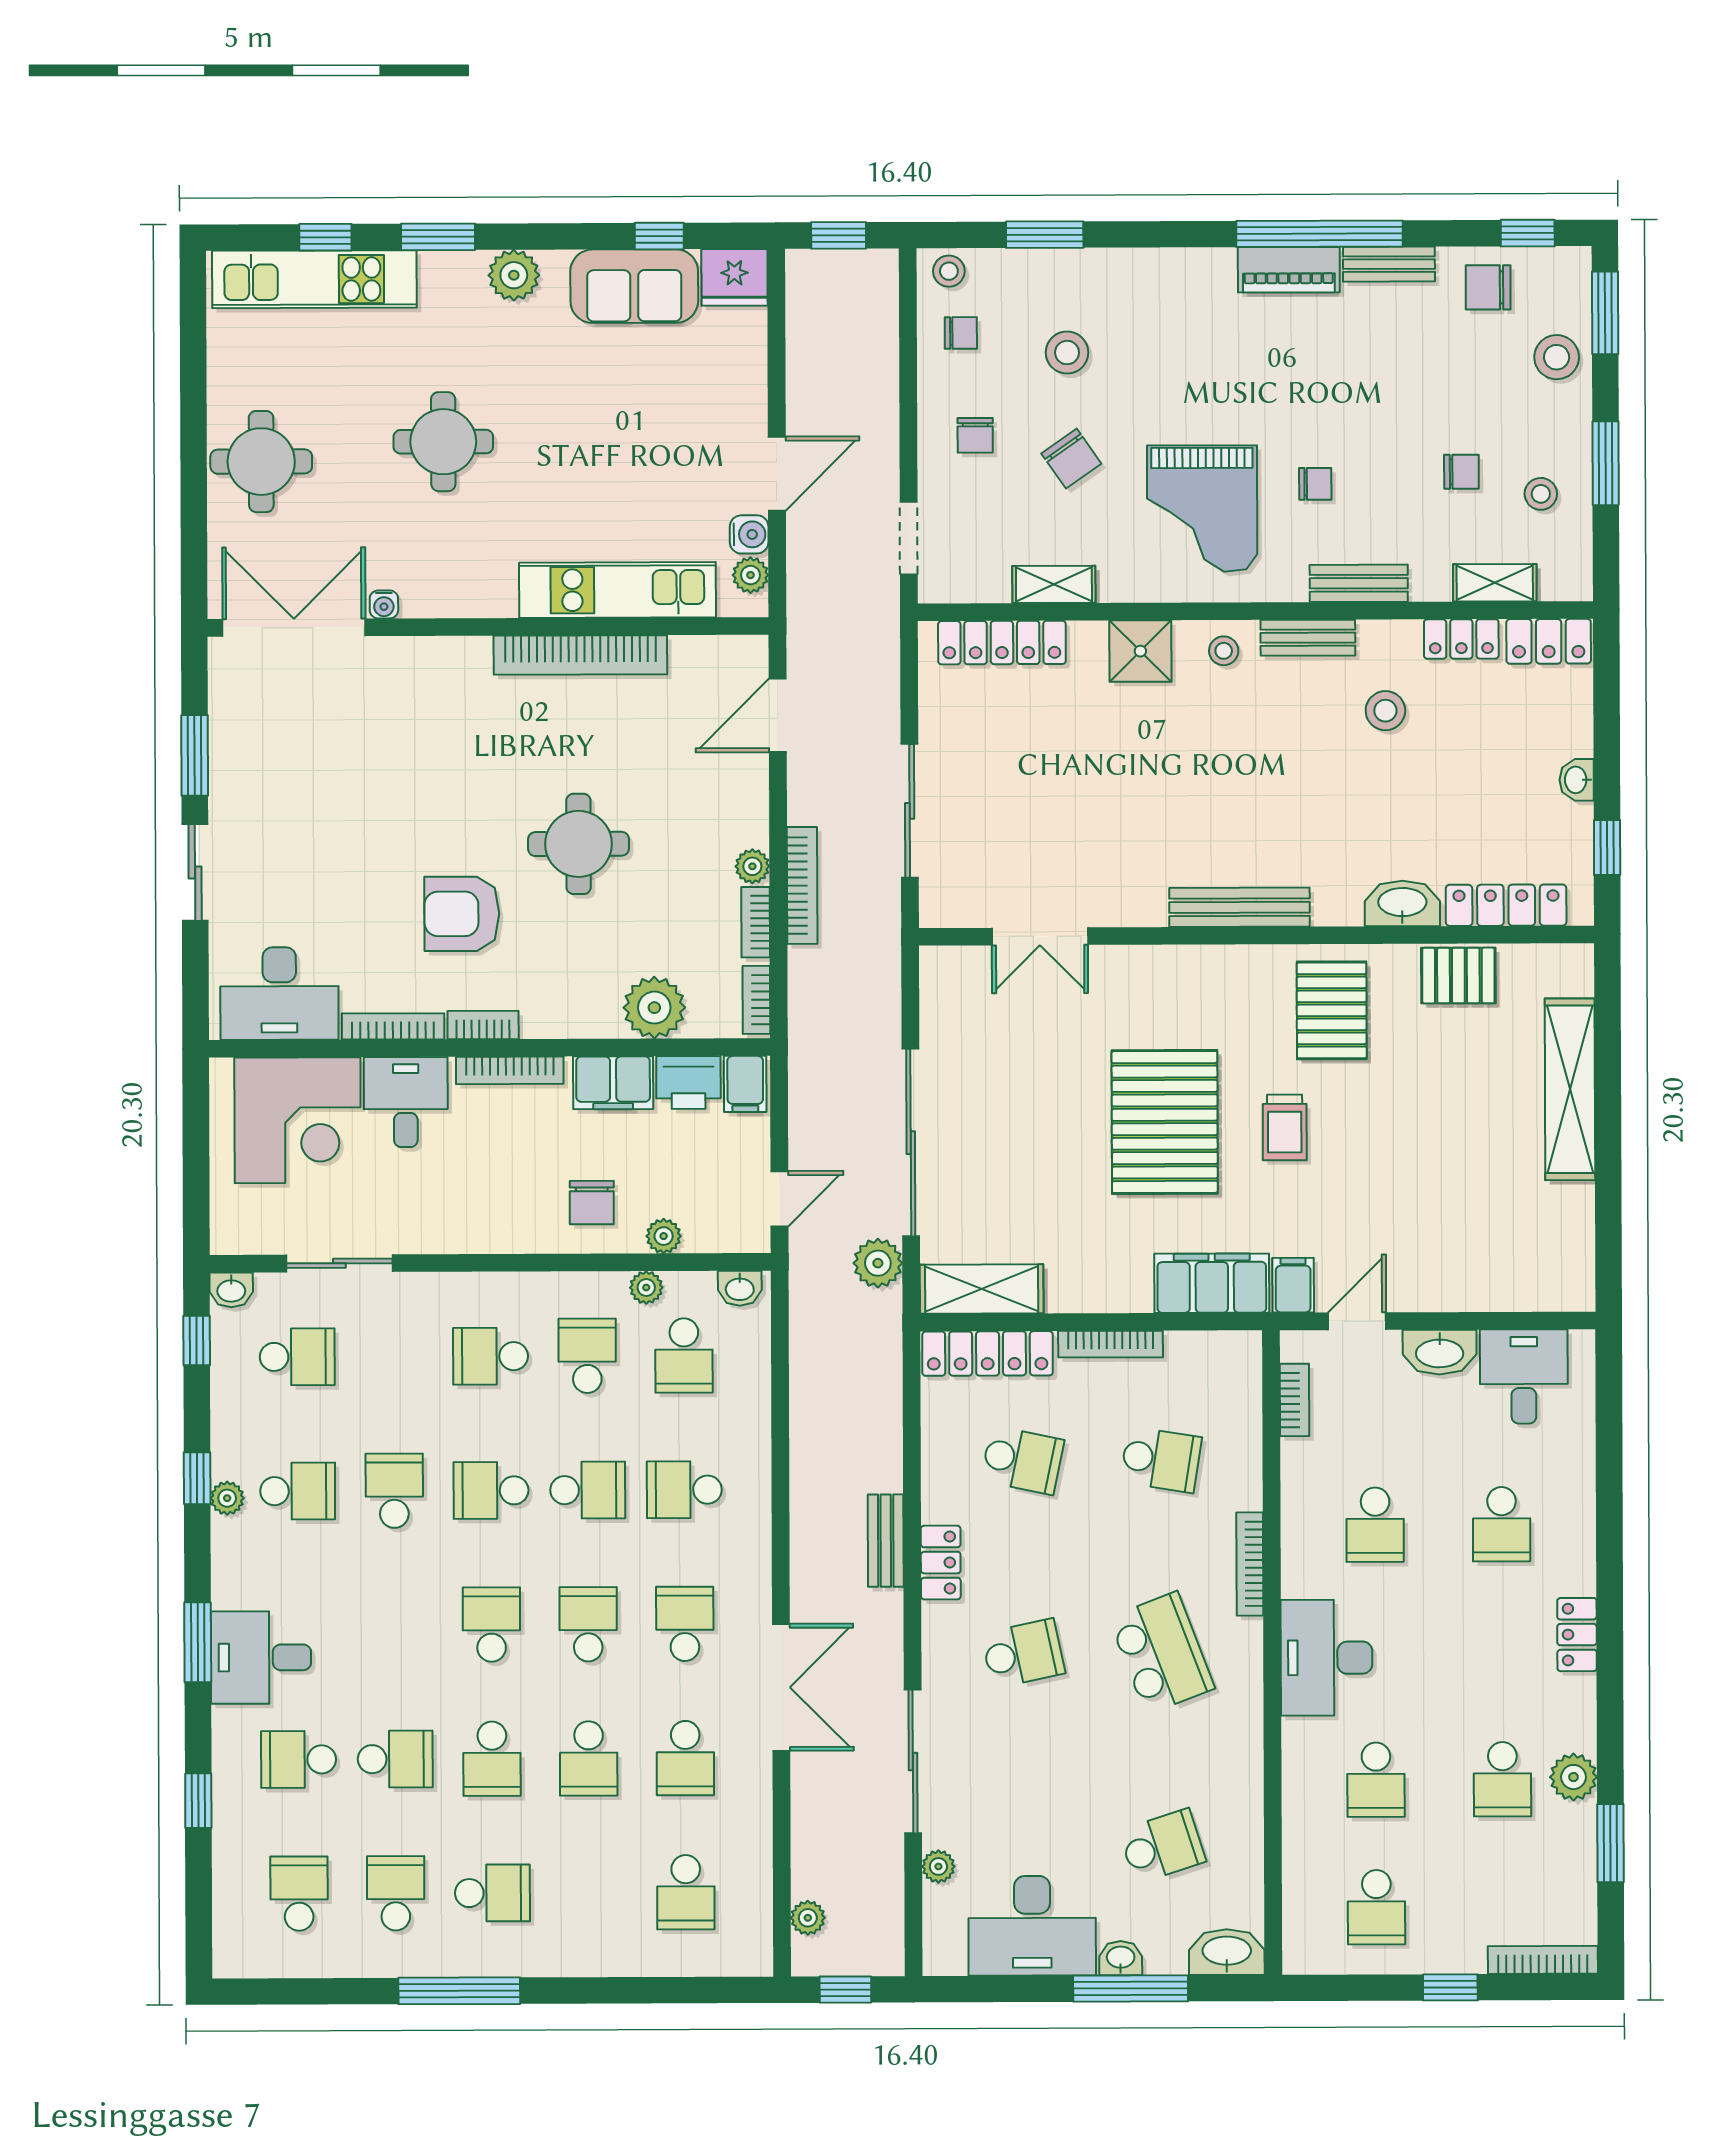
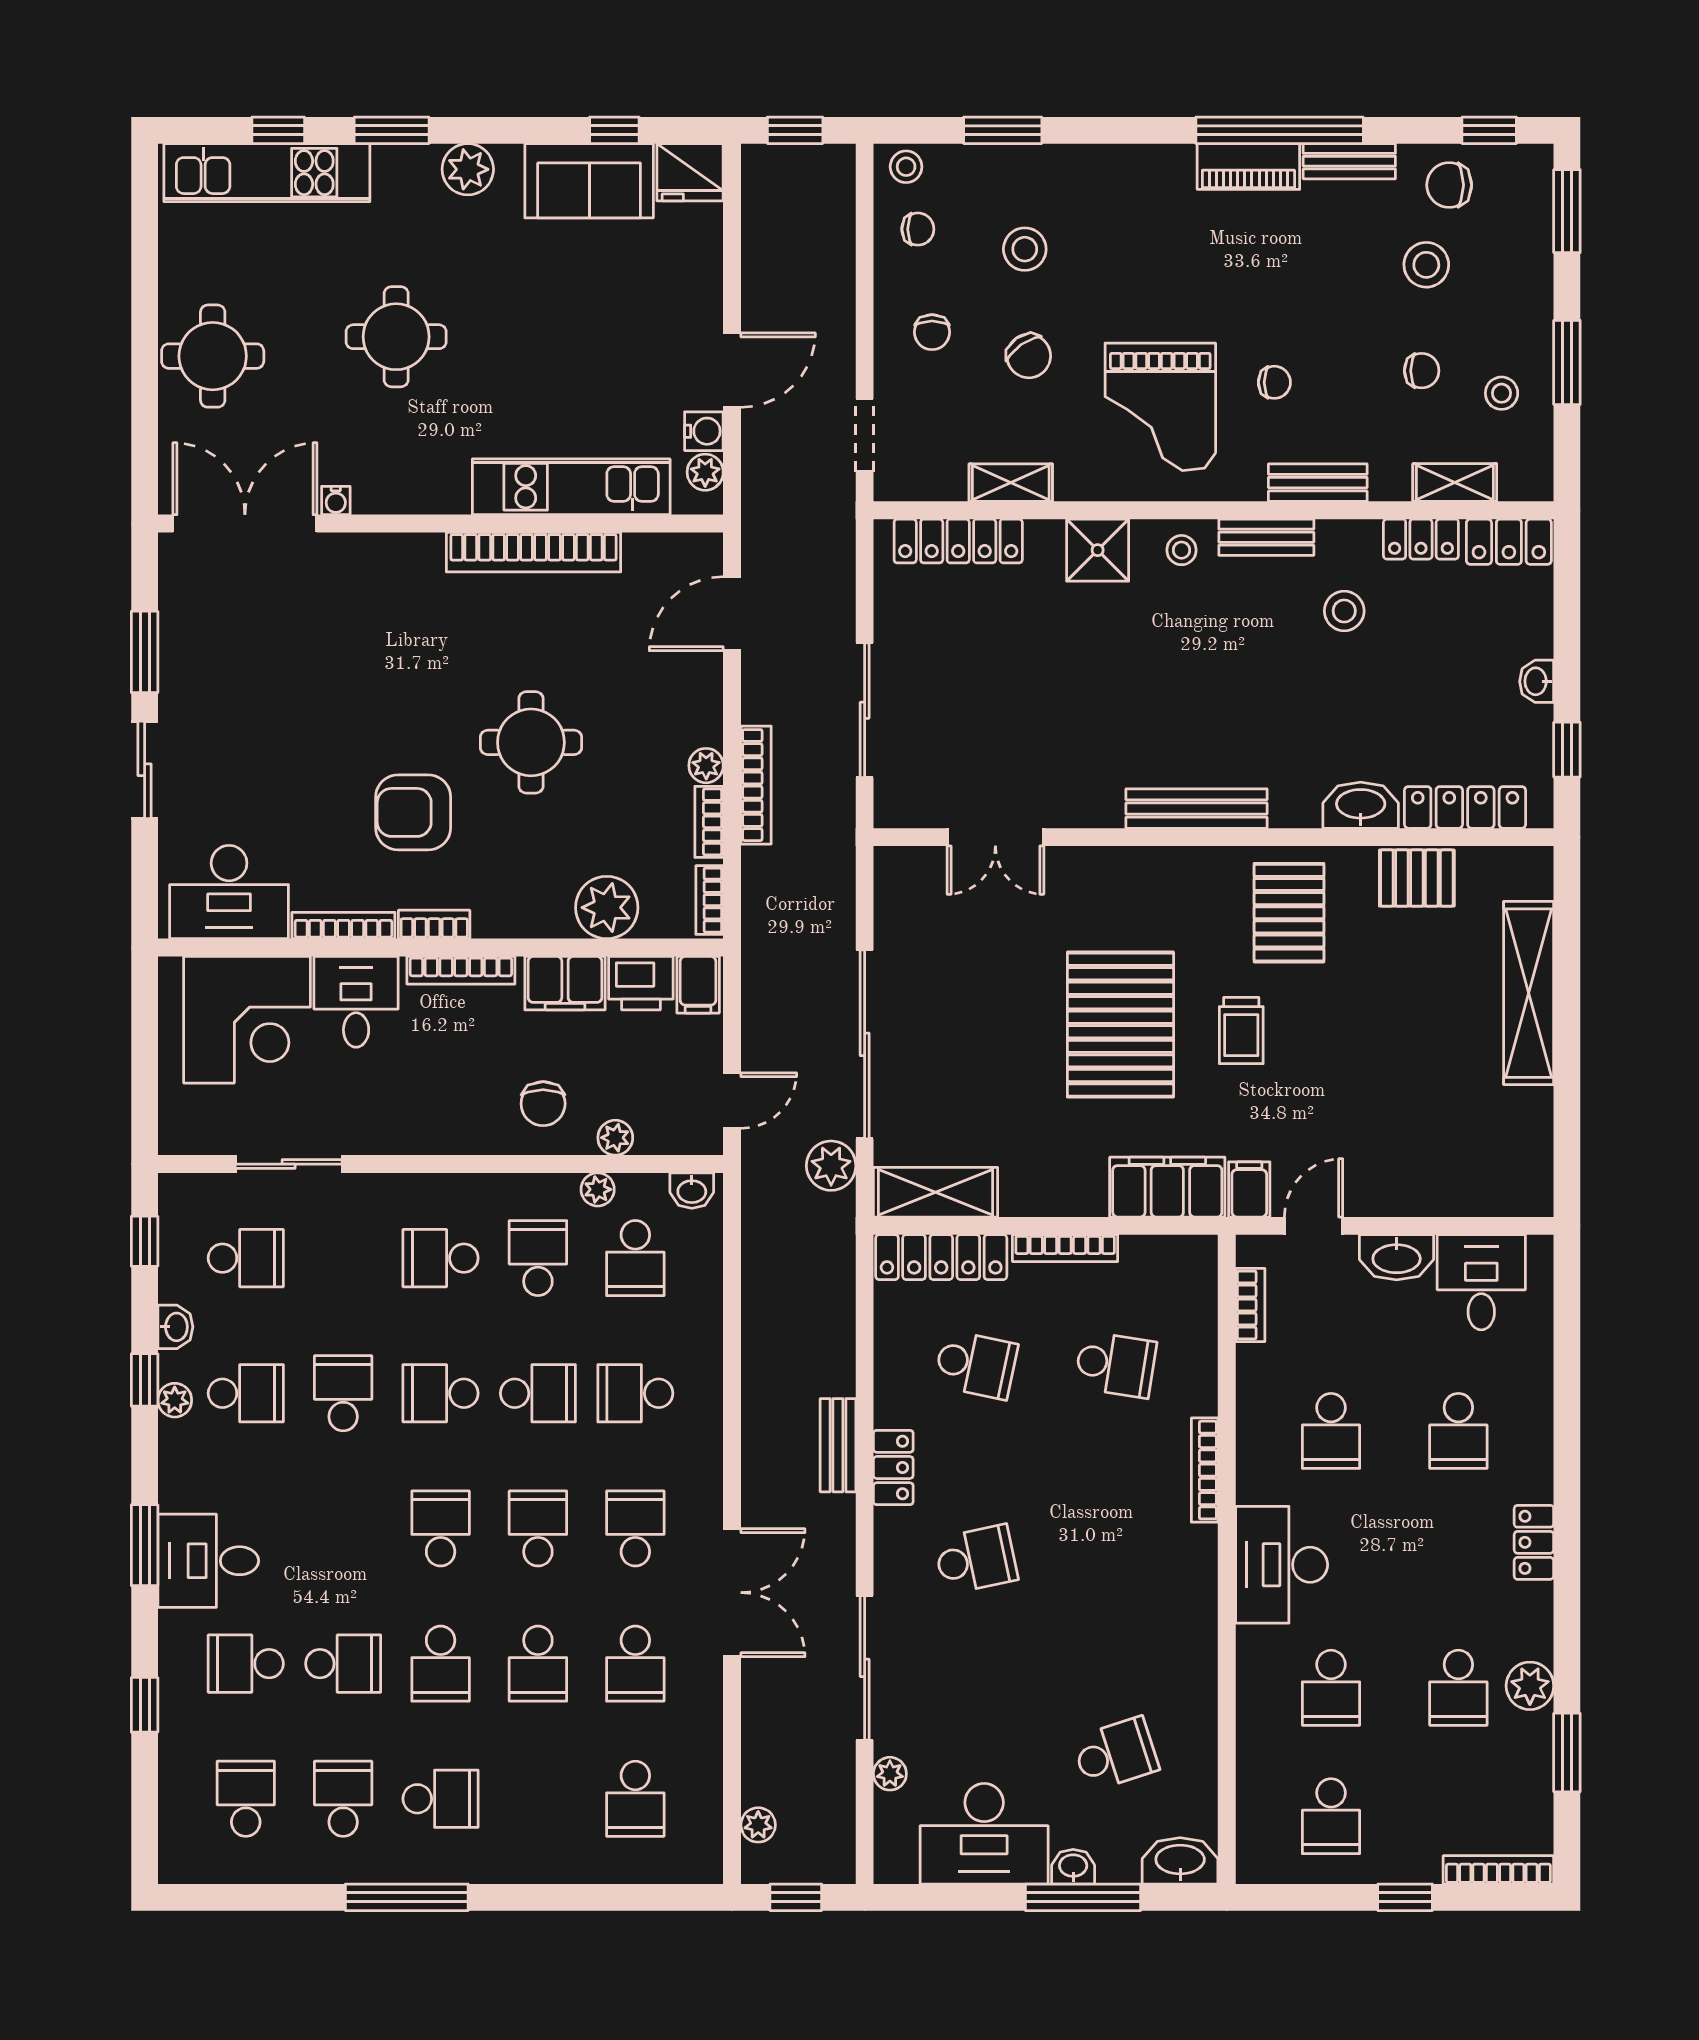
stool: (1557, 357) -> (1426, 265), moved
washbasin: (231, 1290) -> (175, 1327), moved, turned -90
school desk: (1162, 1653) -> (1115, 1559), removed

